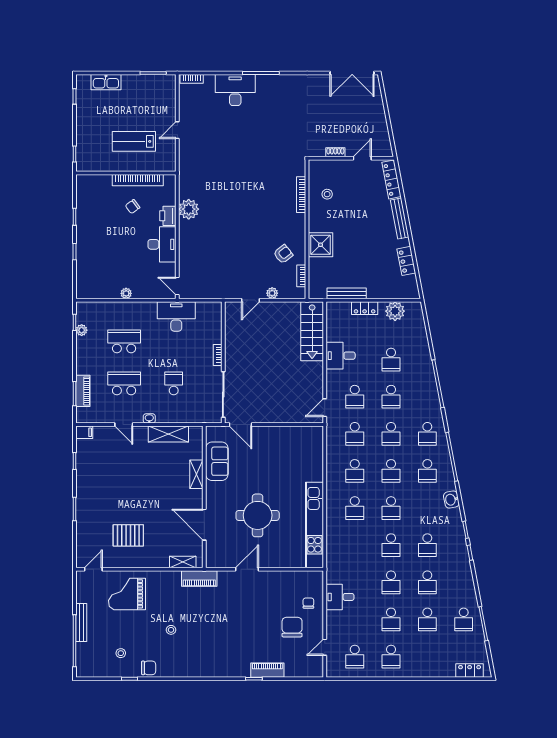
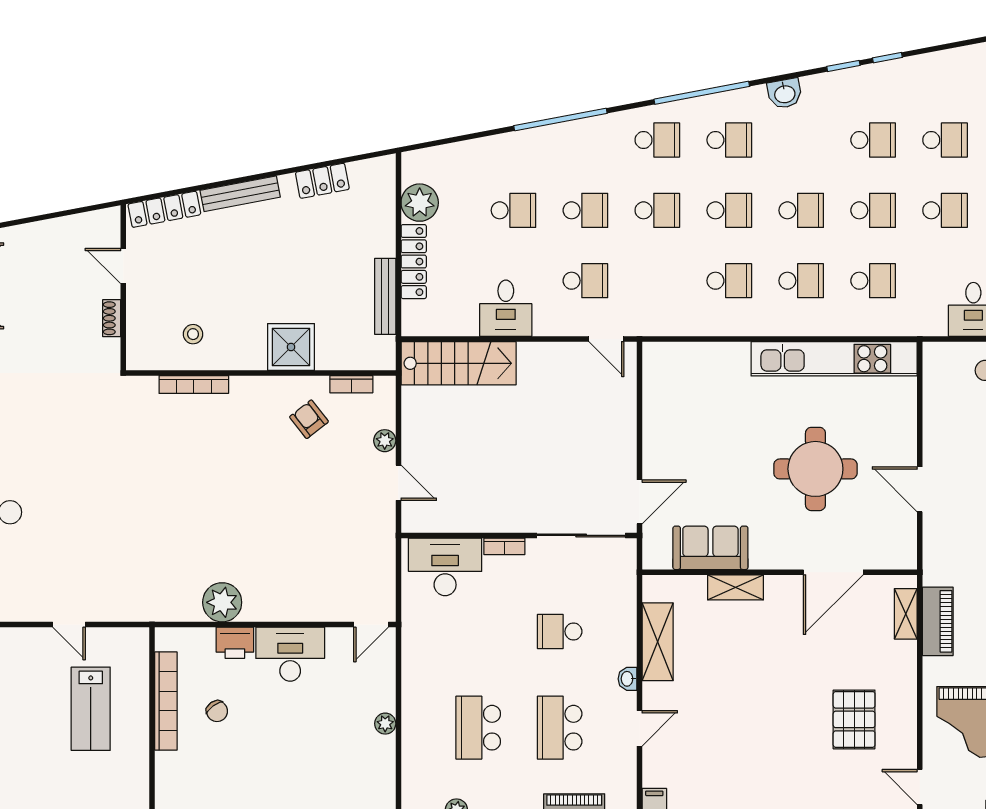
locker: (365, 308) -> (414, 262), width x1.53
desk: (176, 316) -> (445, 567), moved, turned 90
school desk: (355, 434) -> (873, 281), moved
piano: (199, 579) -> (938, 621), moved

